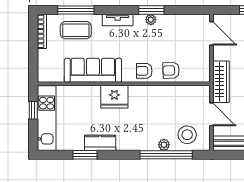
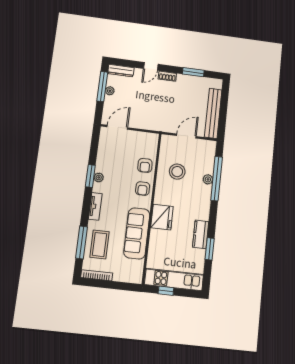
wardrobe: (221, 82) -> (160, 125), removed
stool: (187, 135) -> (177, 172), moved

